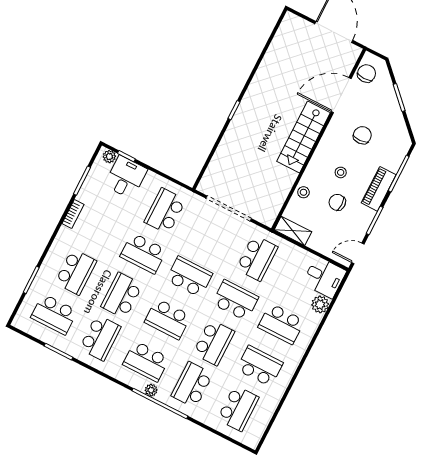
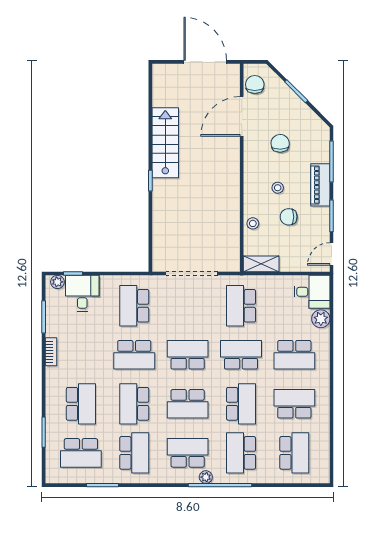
stairs: (304, 137) -> (165, 143), moved, turned 180
school desk: (257, 258) -> (241, 306), turned 180
school desk: (146, 361) -> (188, 453), turned 180

